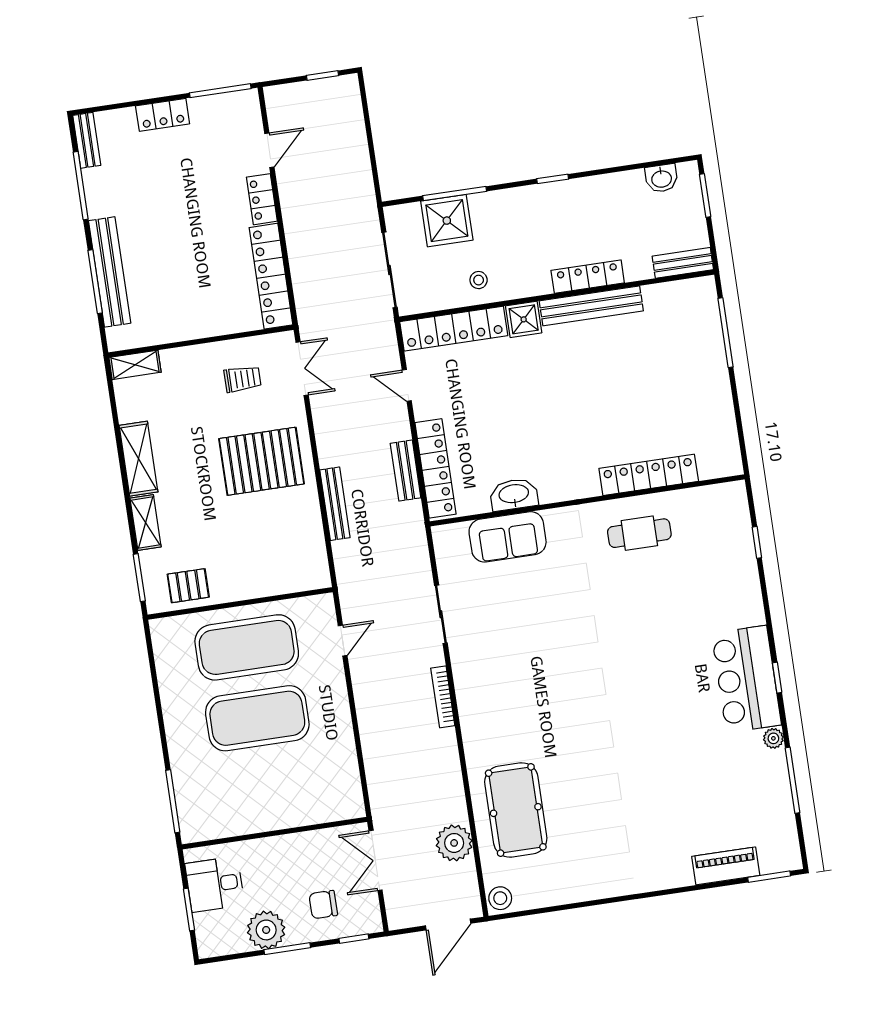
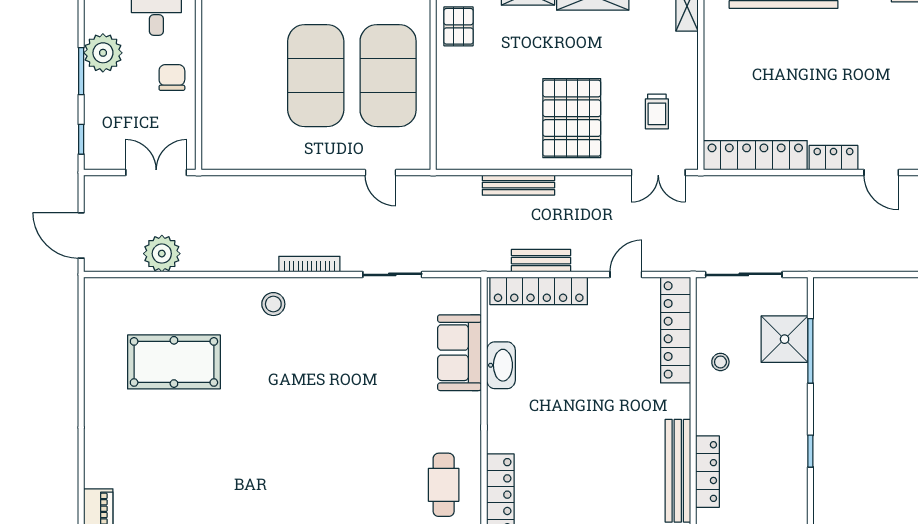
shower: (524, 319) -> (674, 401), removed
pool table: (516, 810) -> (174, 362), moved
stool: (500, 898) -> (273, 304), moved
chair: (323, 905) -> (172, 77), moved

